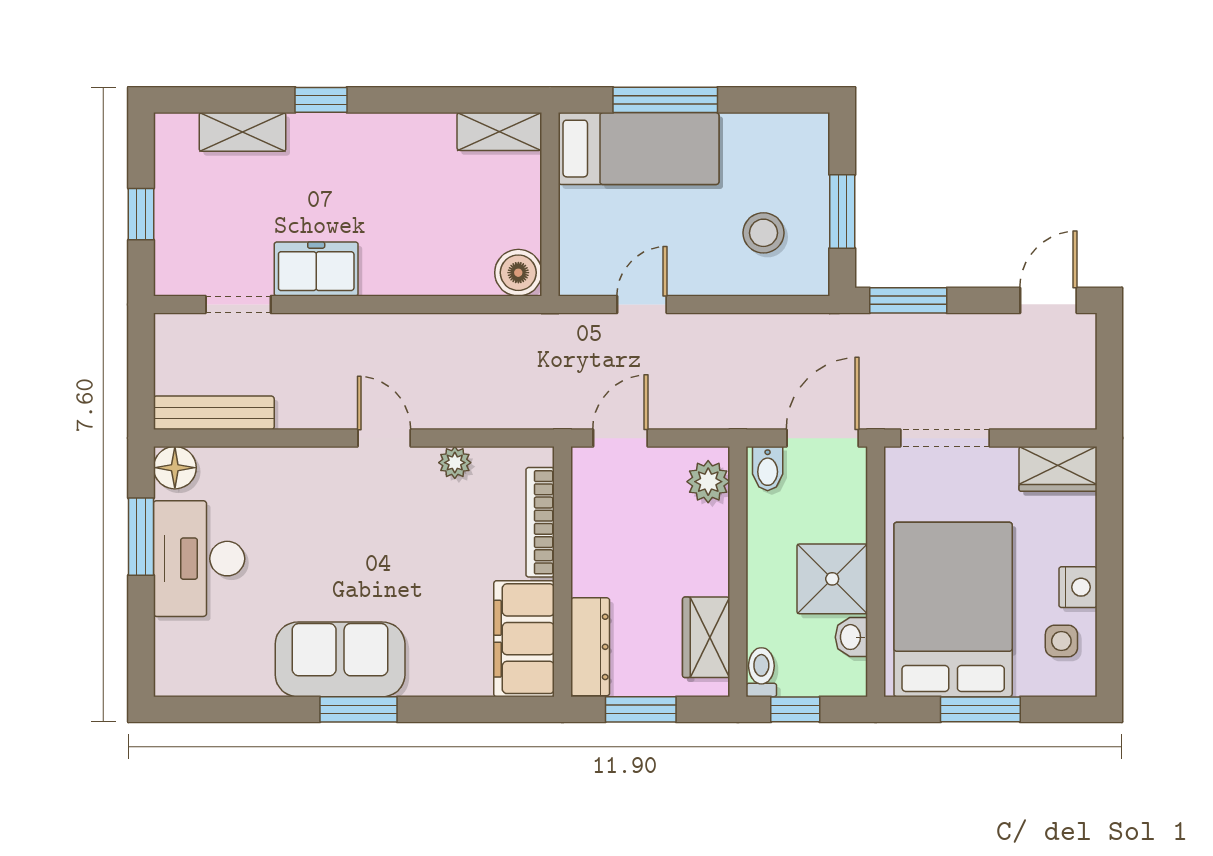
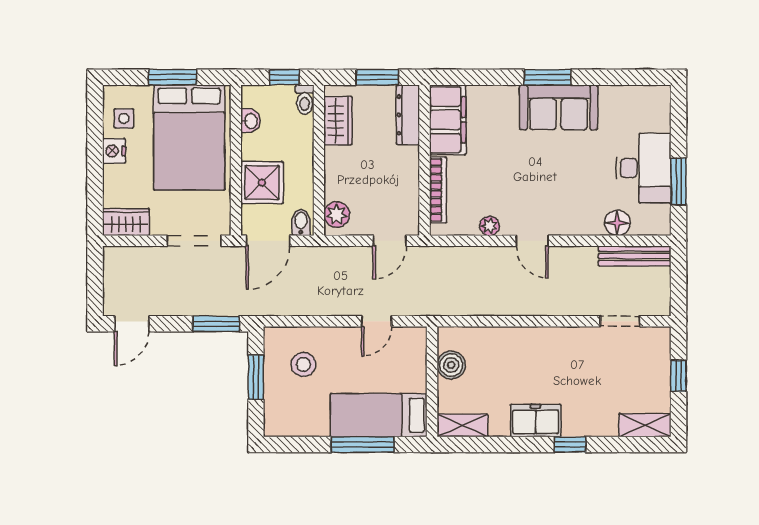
shelving: (243, 132) -> (645, 425), moved
freezer: (316, 269) -> (536, 421), moved, turned 180
boiler: (518, 273) -> (451, 365), moved
floor lamp: (175, 468) -> (617, 223), moved
shower: (832, 579) -> (262, 183), moved

